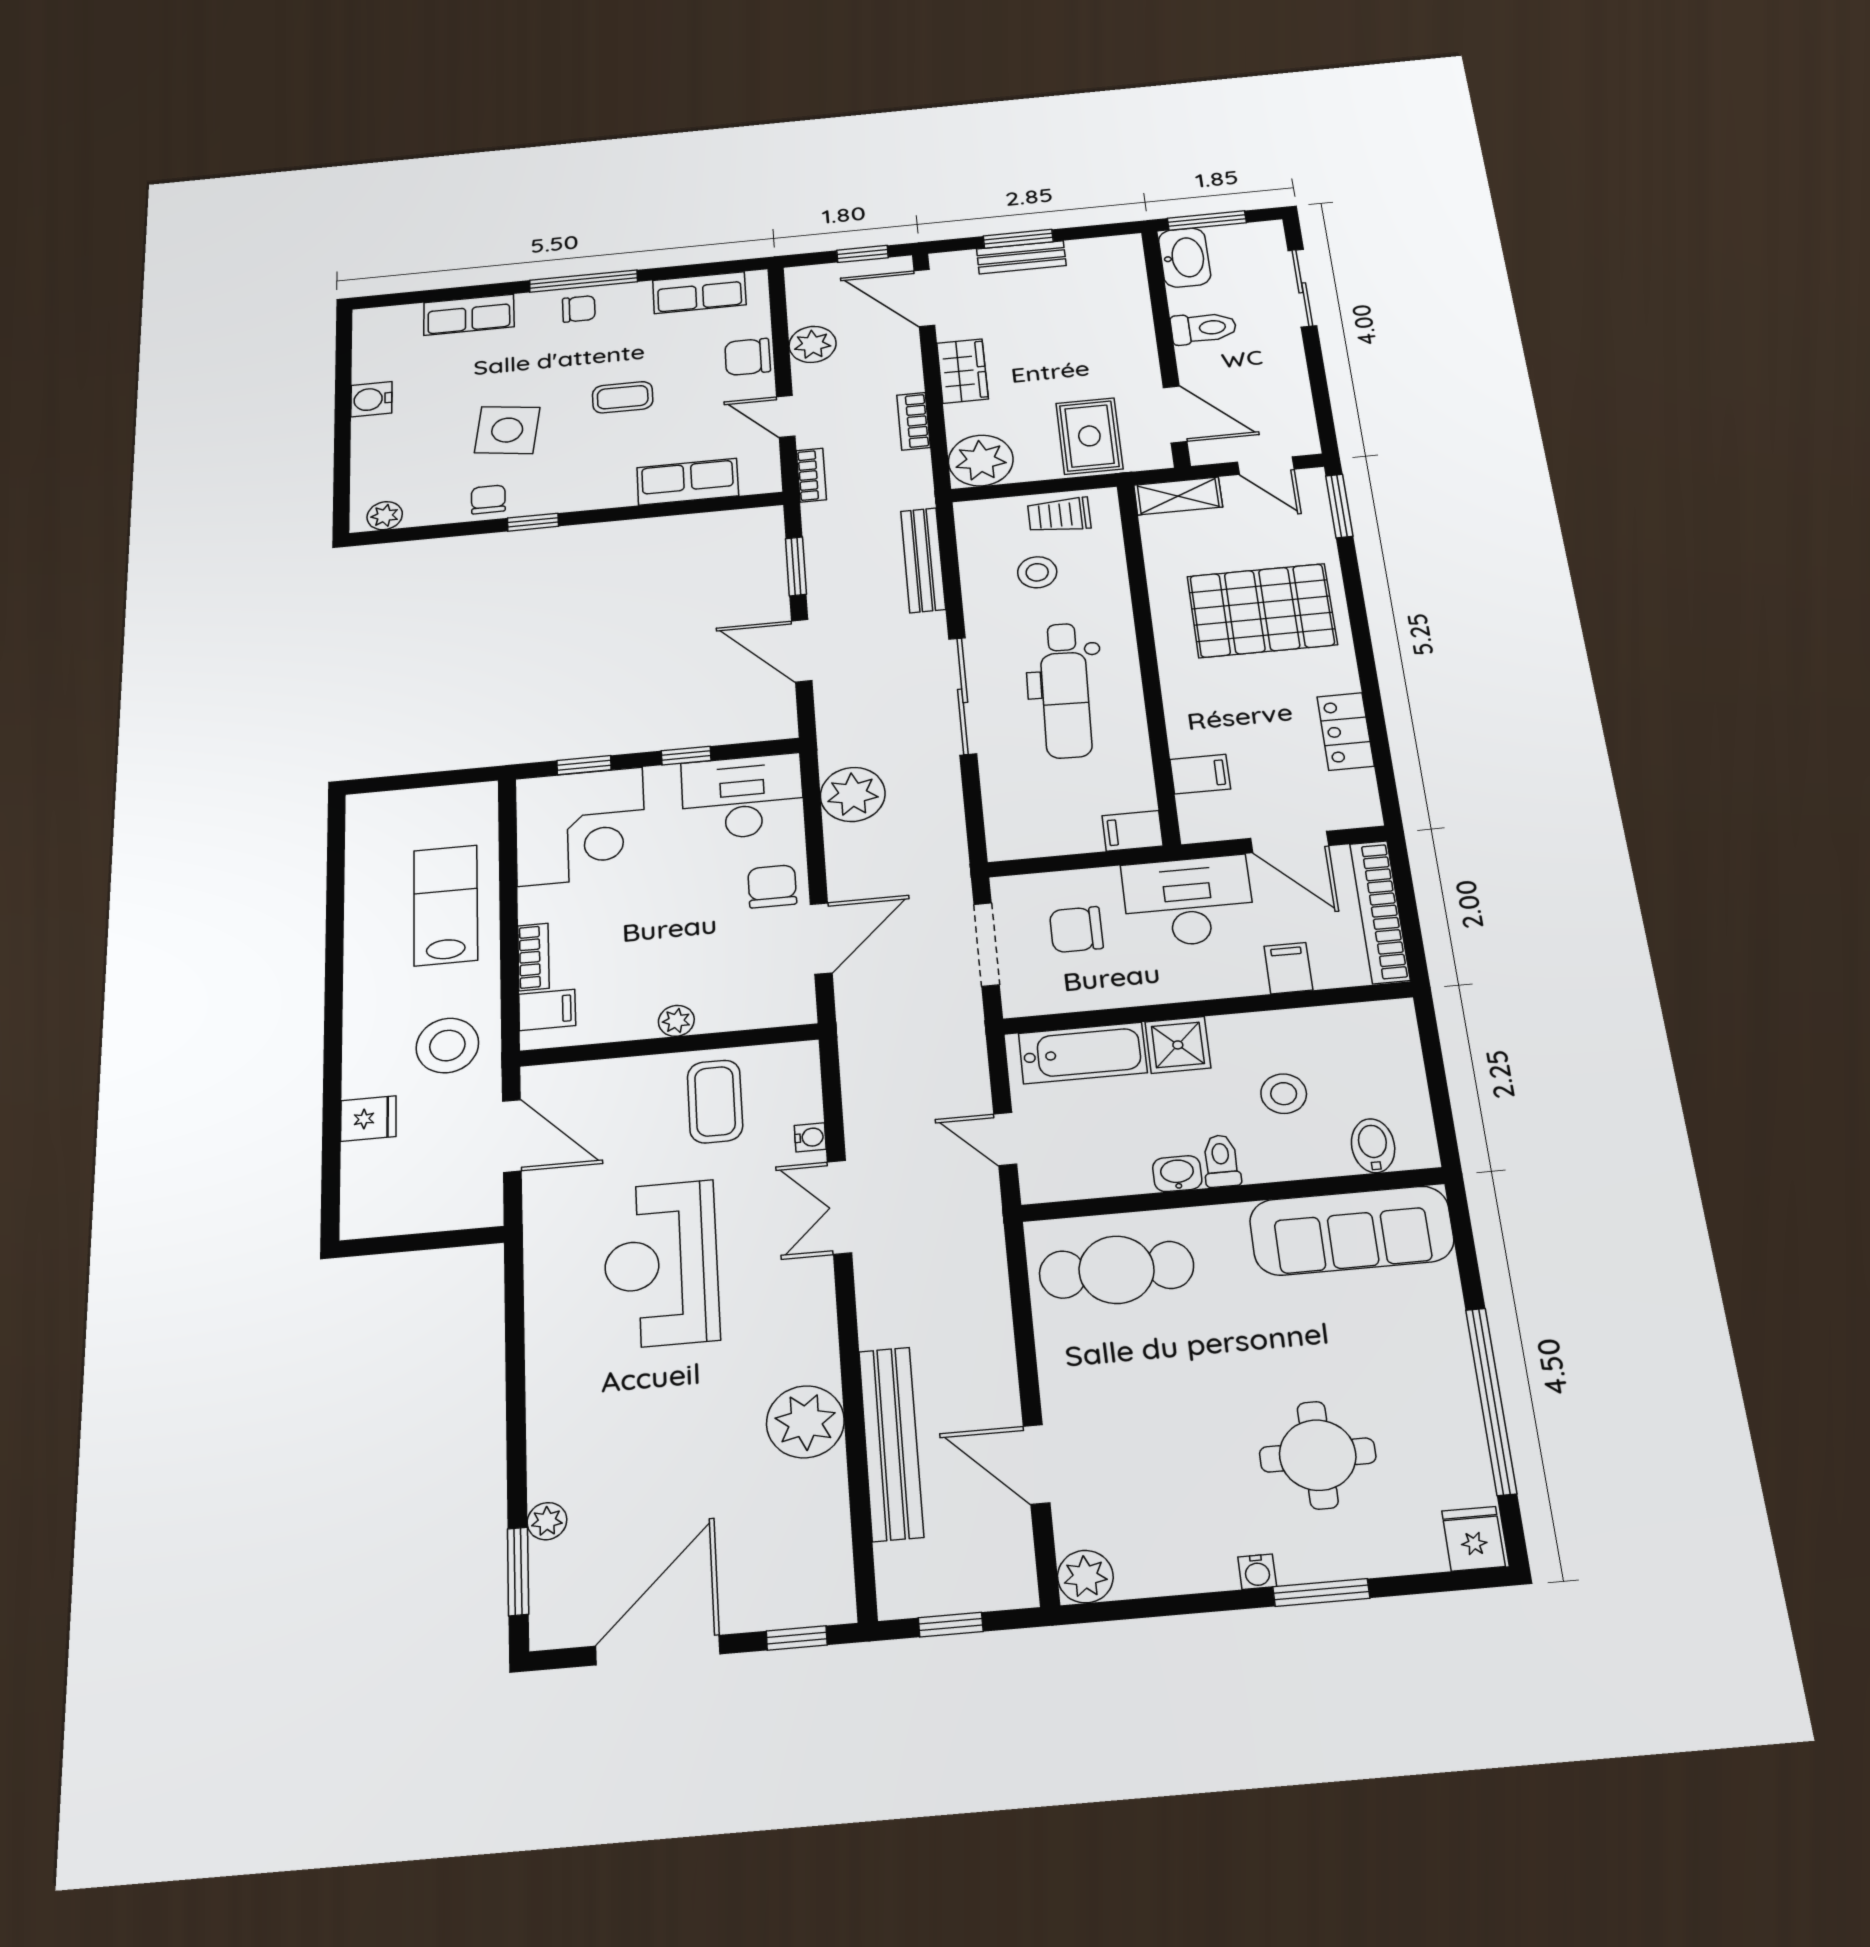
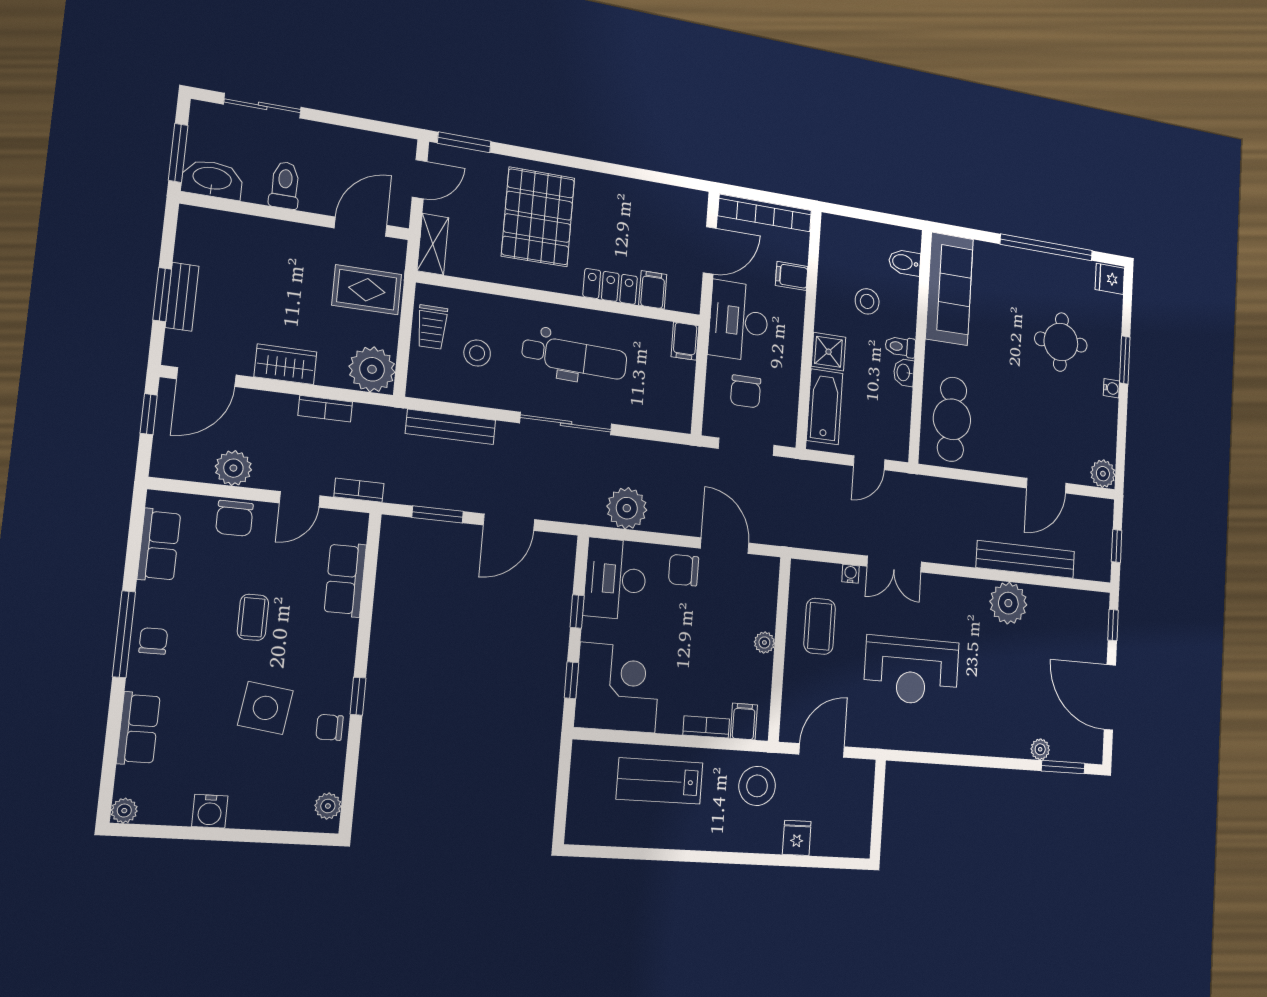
plant: (368, 320) -> (124, 811), added
locker: (1346, 731) -> (610, 286), moved, turned 180
coffee table: (715, 1101) -> (820, 626), turned 90

